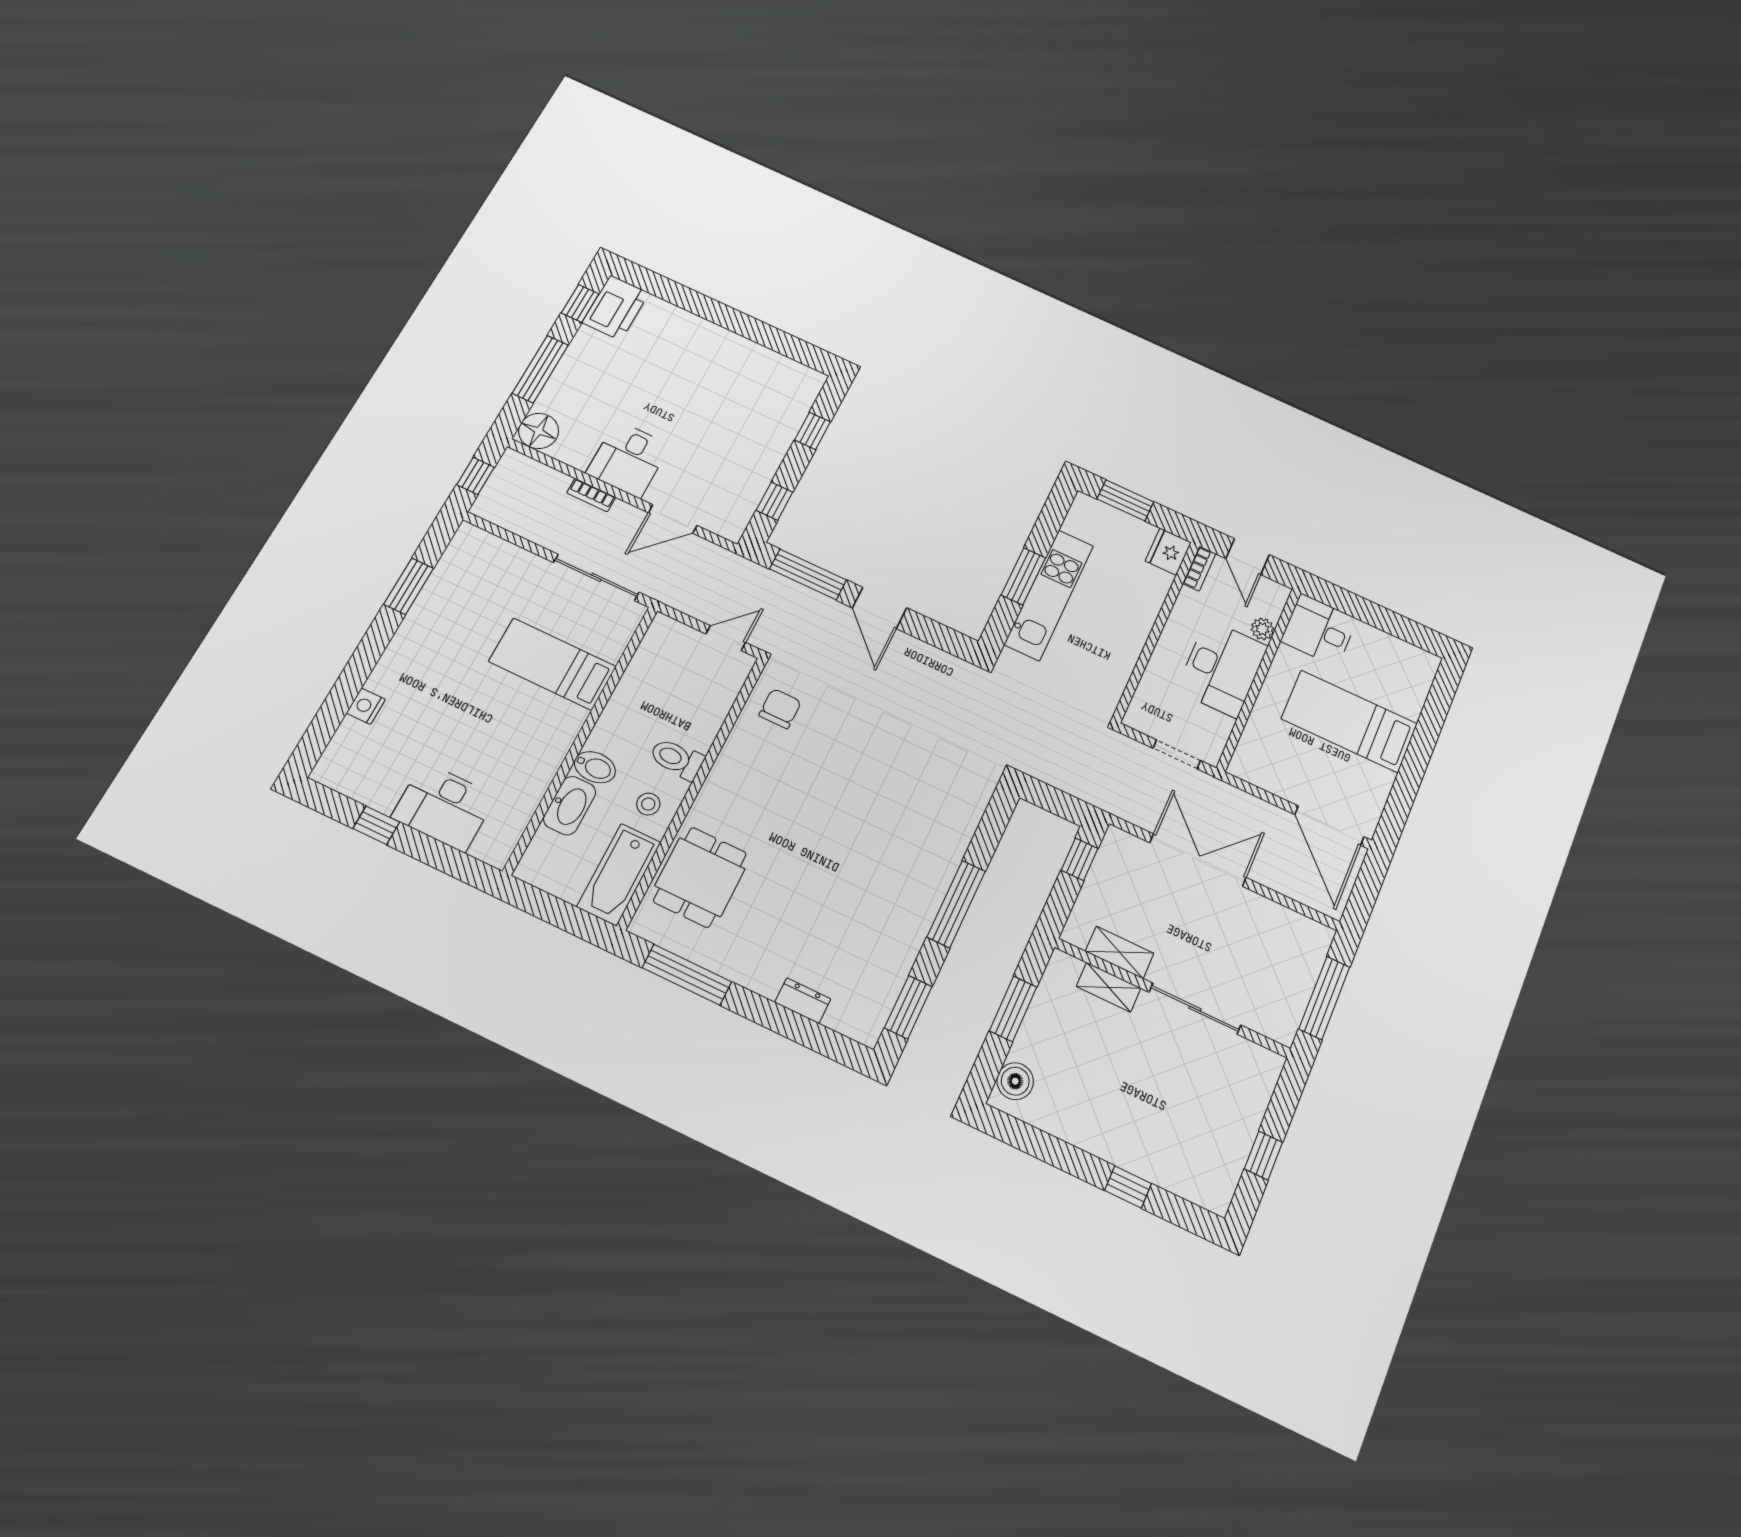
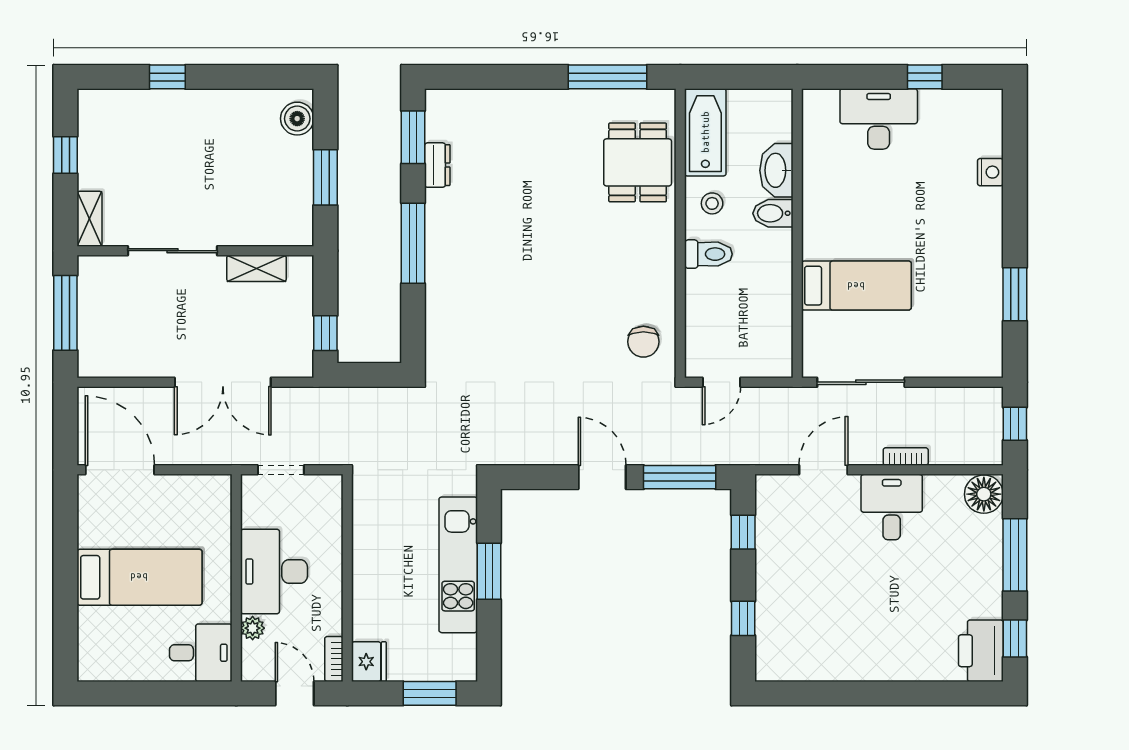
shelving: (1109, 987) -> (90, 219), moved, turned 90
dresser: (803, 1001) -> (437, 165), moved, turned -90

